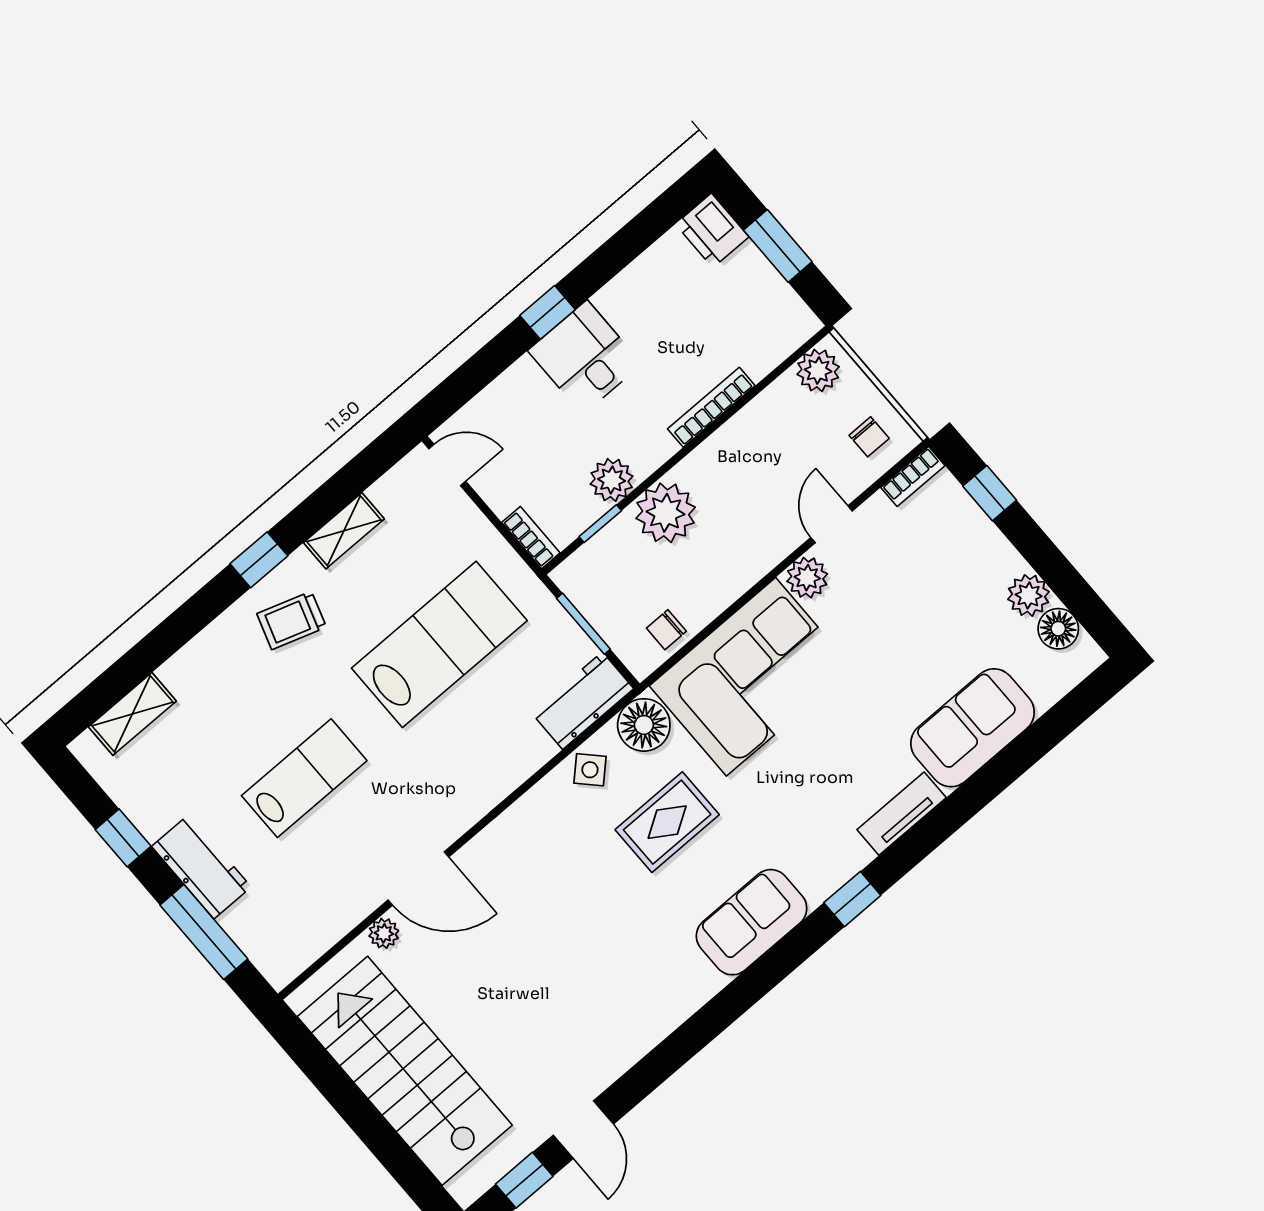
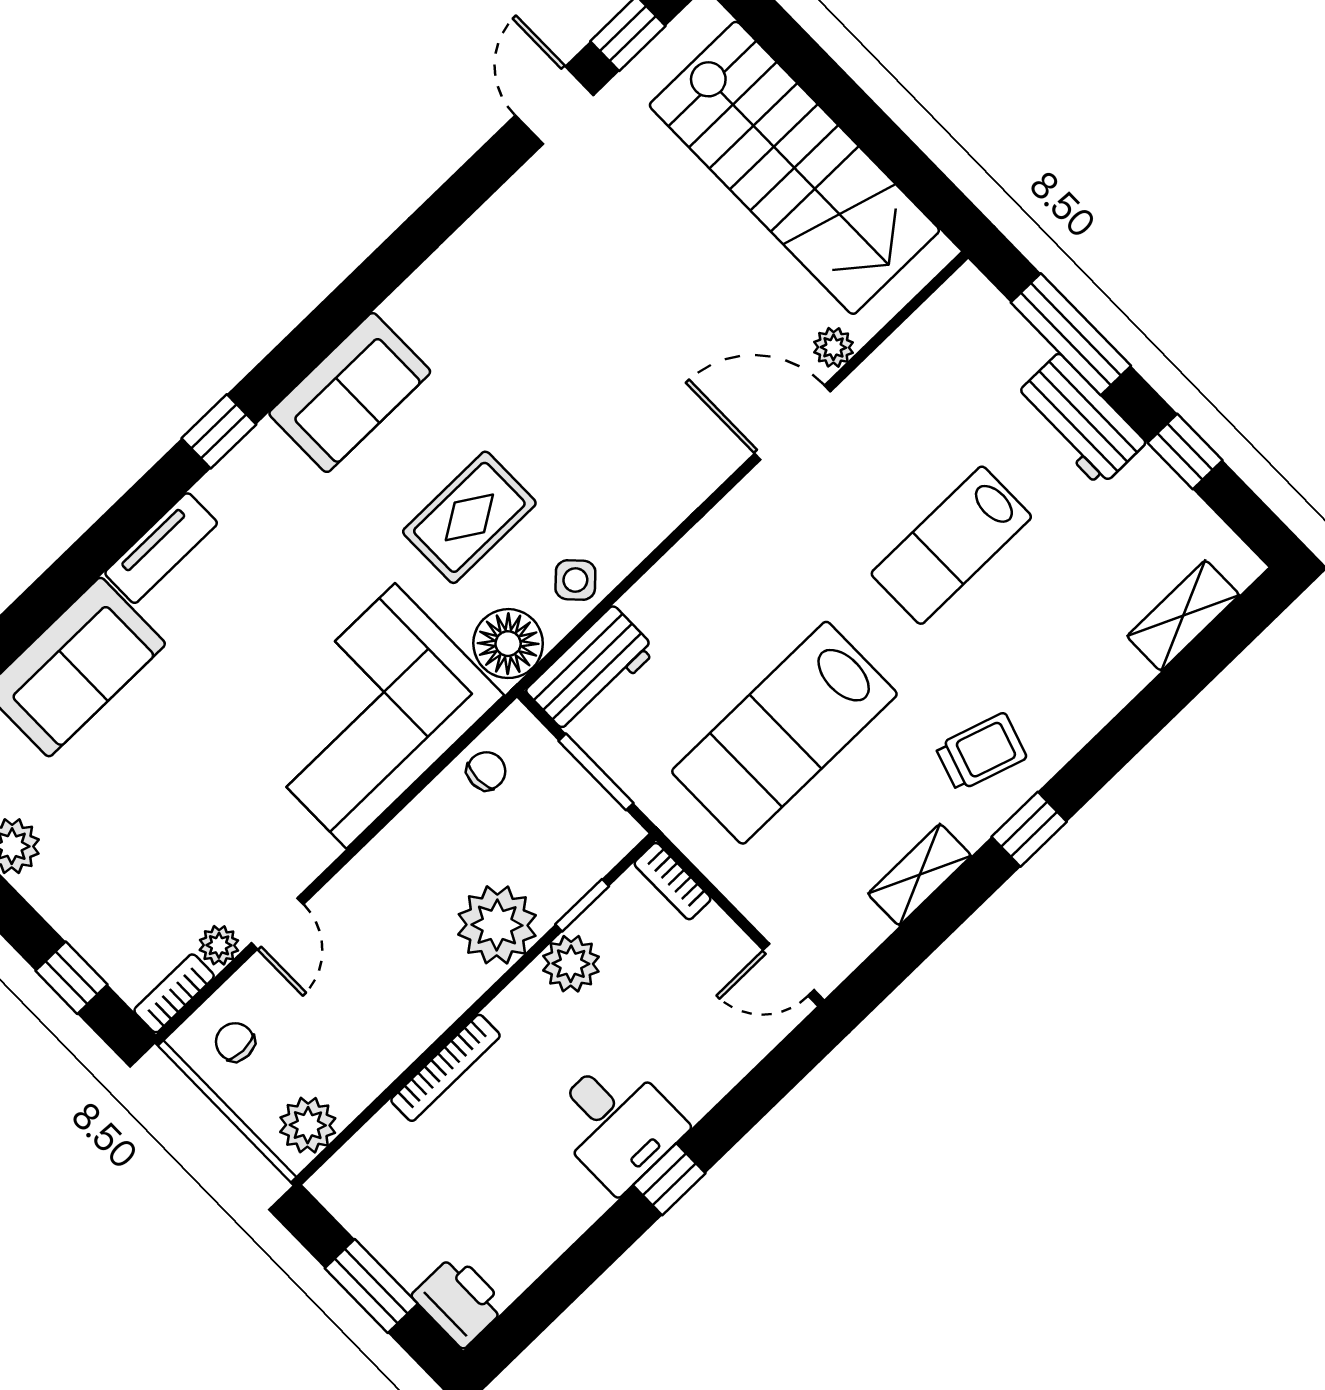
plant: (807, 578) -> (219, 945), moved, width x0.73, depth x0.73

